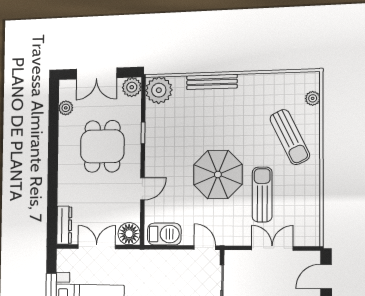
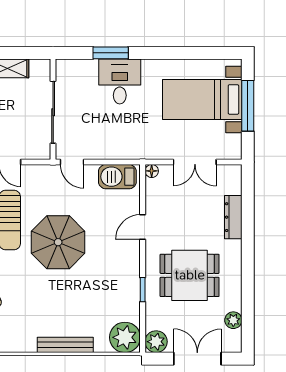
dining table: (102, 146) -> (190, 275), turned 90
dresser: (64, 225) -> (233, 217), moved
floor lamp: (129, 234) -> (152, 171), width x0.53, depth x0.53

